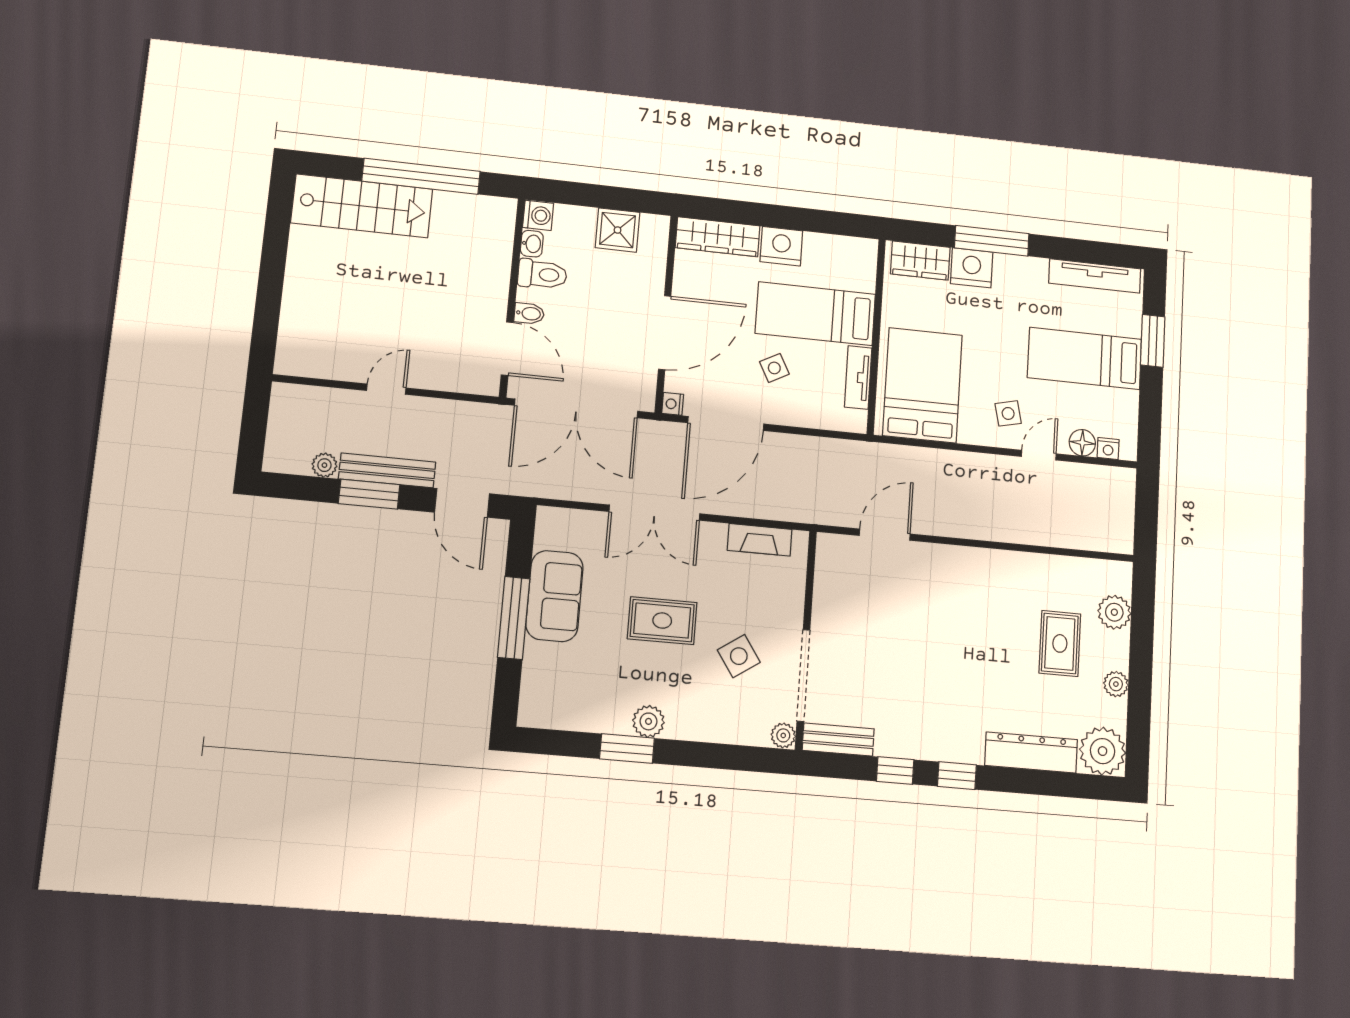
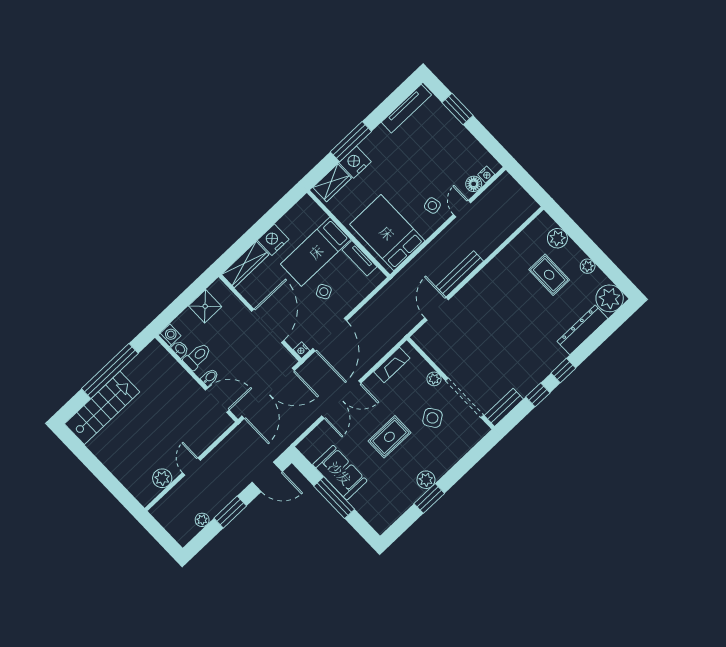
bed: (1085, 358) -> (438, 148), removed
plant: (335, 364) -> (162, 478), added
bench: (387, 470) -> (460, 274), moved
plant: (783, 735) -> (434, 379), moved

